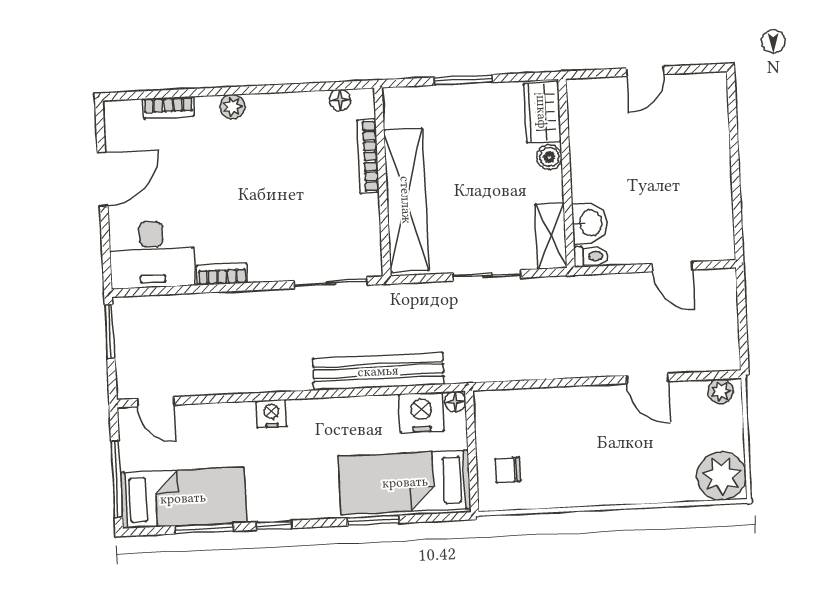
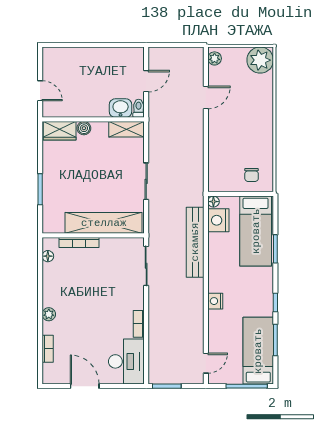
wardrobe: (542, 112) -> (60, 131), moved
boiler: (549, 157) -> (84, 128), moved
wall: (566, 173) -> (93, 119), moved
washbasin: (590, 223) -> (121, 108), moved
shelving: (551, 236) -> (127, 129), moved
toilet: (591, 256) -> (139, 108), moved

